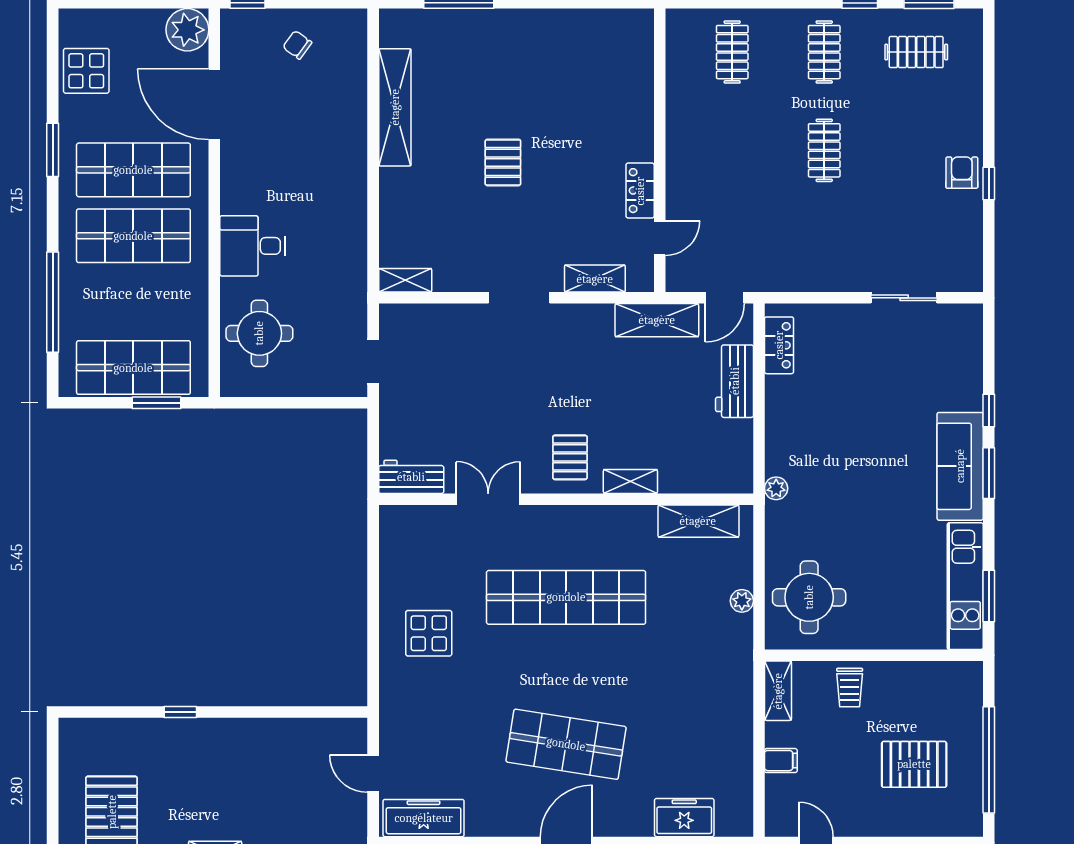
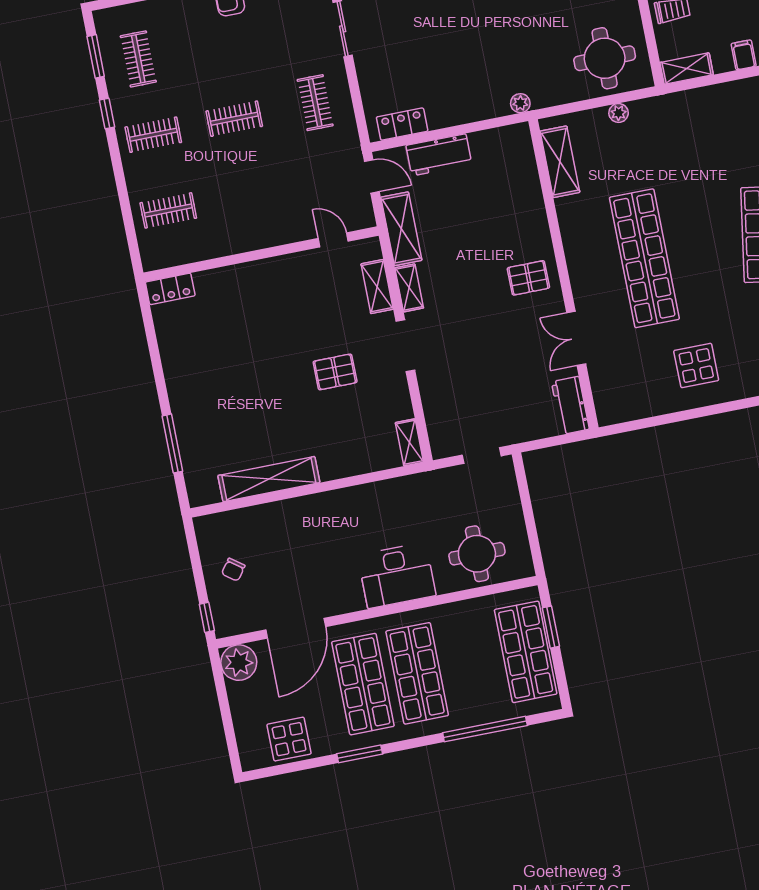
pallet: (503, 162) -> (335, 372), moved
locker: (640, 191) -> (170, 289), moved
desk: (253, 246) -> (397, 575), width x1.37
clothes rail: (824, 249) -> (315, 103), added
shelving: (630, 481) -> (409, 288), moved

